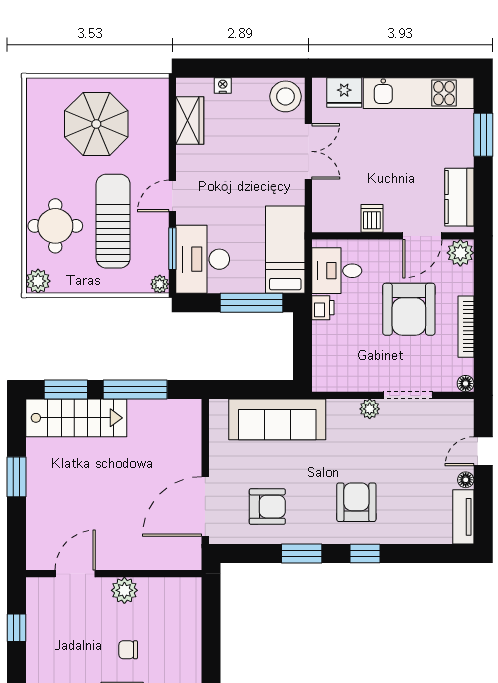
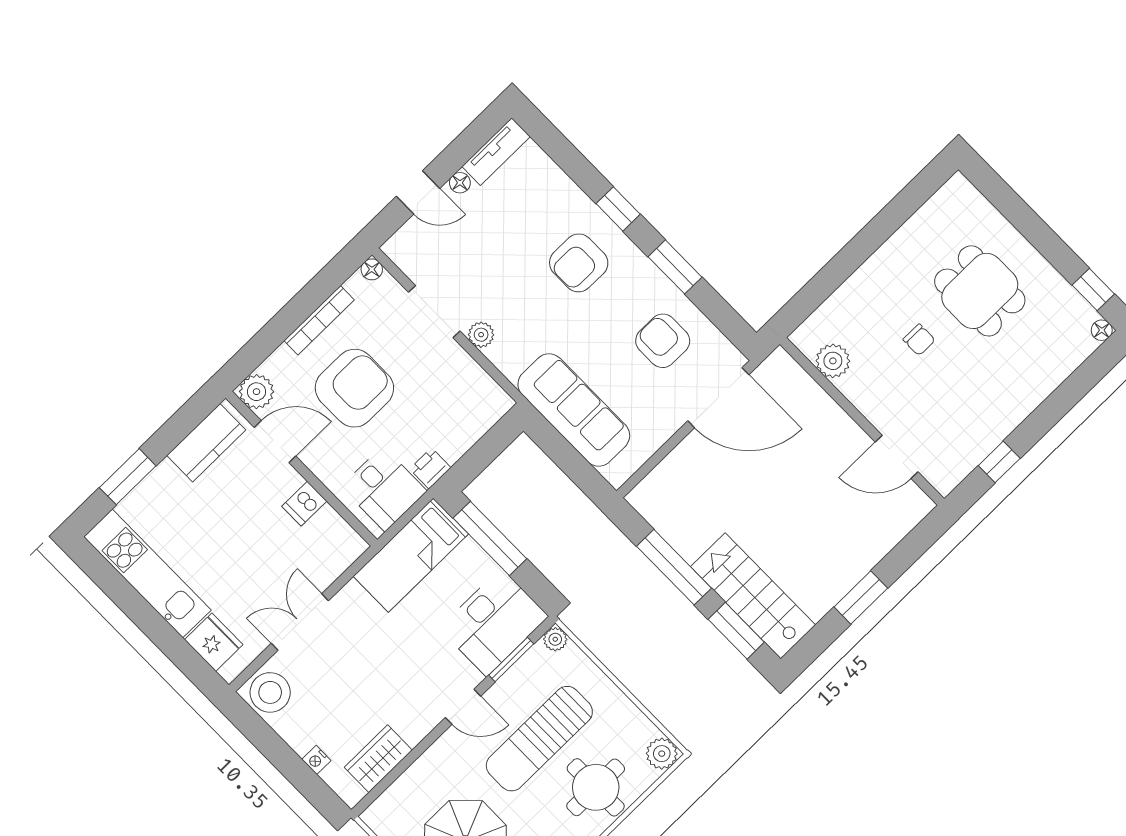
plant: (124, 590) -> (833, 361), moved

